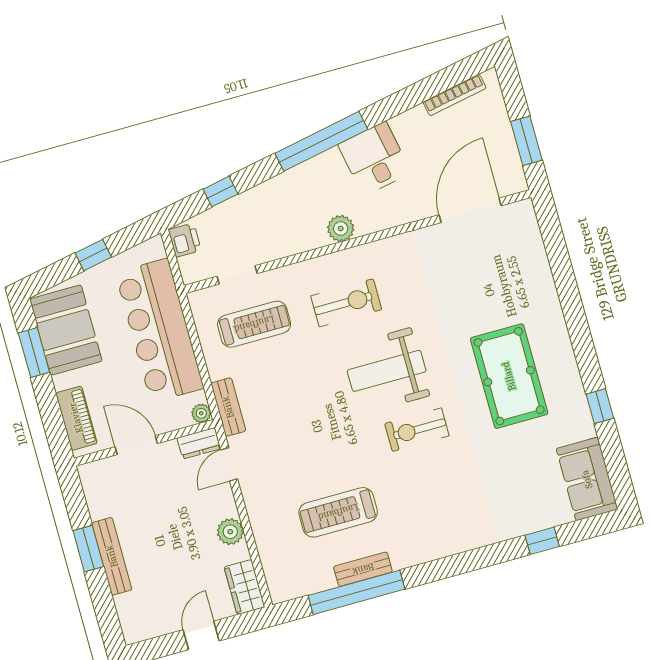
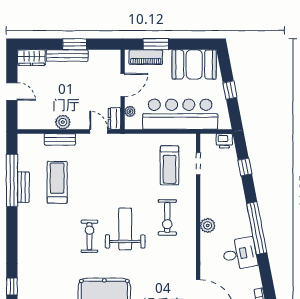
window: (34, 353) -> (156, 44), moved
bench: (228, 407) -> (60, 139), moved
plant: (201, 413) -> (130, 111), moved
wardrobe: (244, 587) -> (32, 58), moved, turned 180

